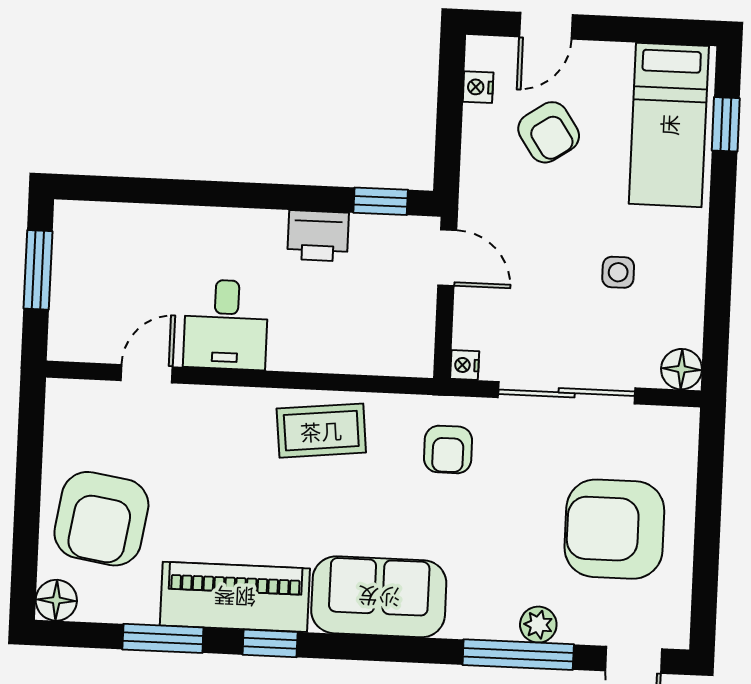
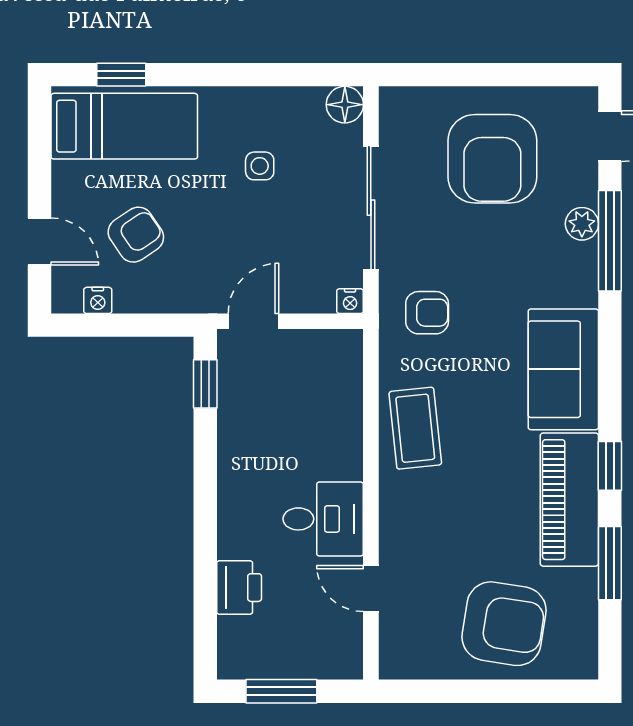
printer: (318, 236) -> (239, 588), moved
floor lamp: (56, 600) -> (580, 661), removed

